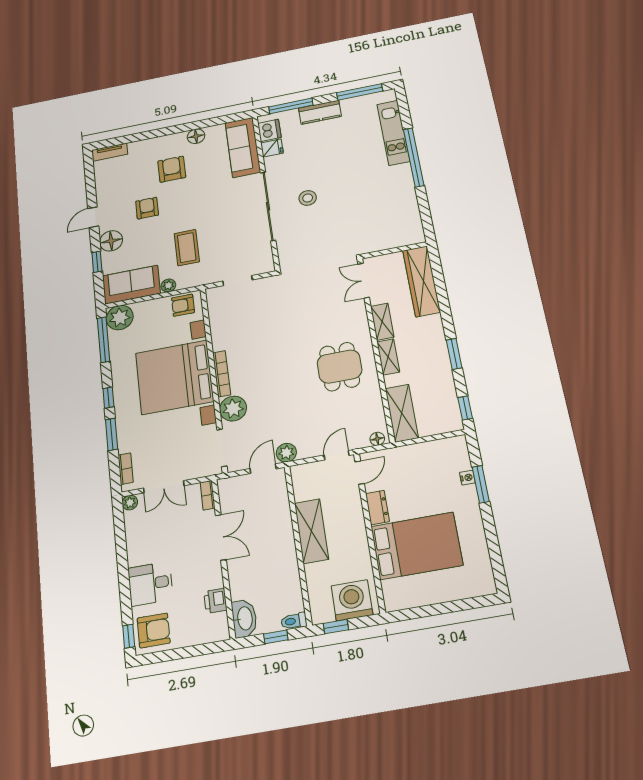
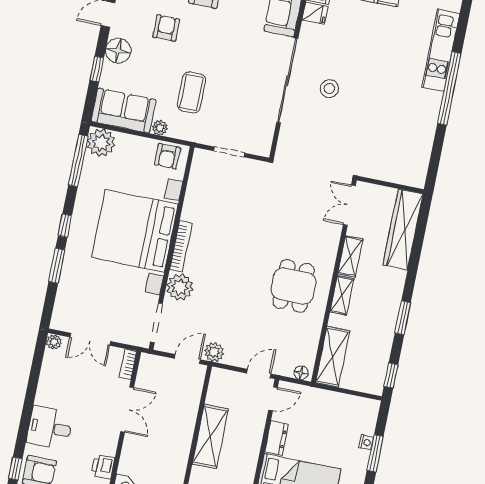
armchair: (183, 305) -> (167, 156), turned -90
bookcase: (126, 469) -> (60, 306), removed

